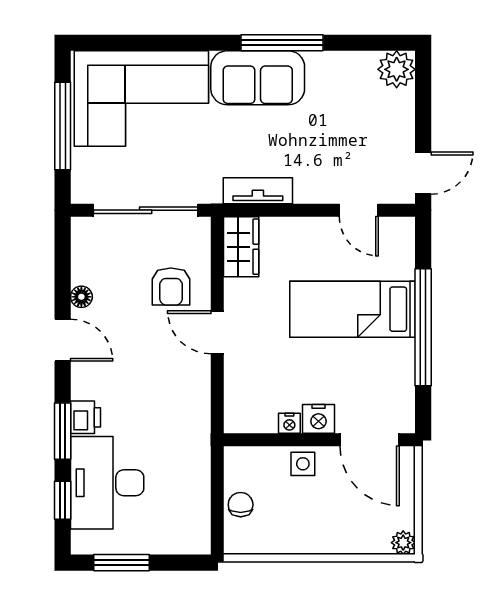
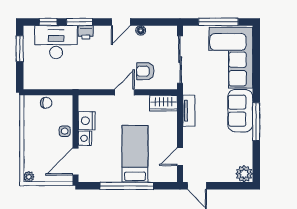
nightstand: (289, 423) -> (87, 121), width x1.89, depth x1.79

